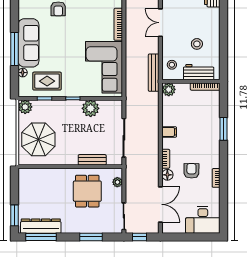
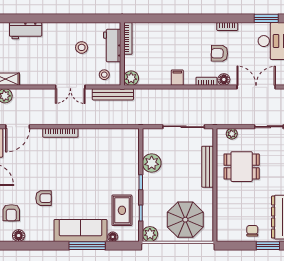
double door: (160, 23) -> (70, 87), moved
corner sofa: (104, 67) -> (107, 148), removed
window: (224, 129) -> (266, 18), moved
bench: (92, 160) -> (208, 167), width x1.36
chair: (28, 201) -> (252, 231), added

